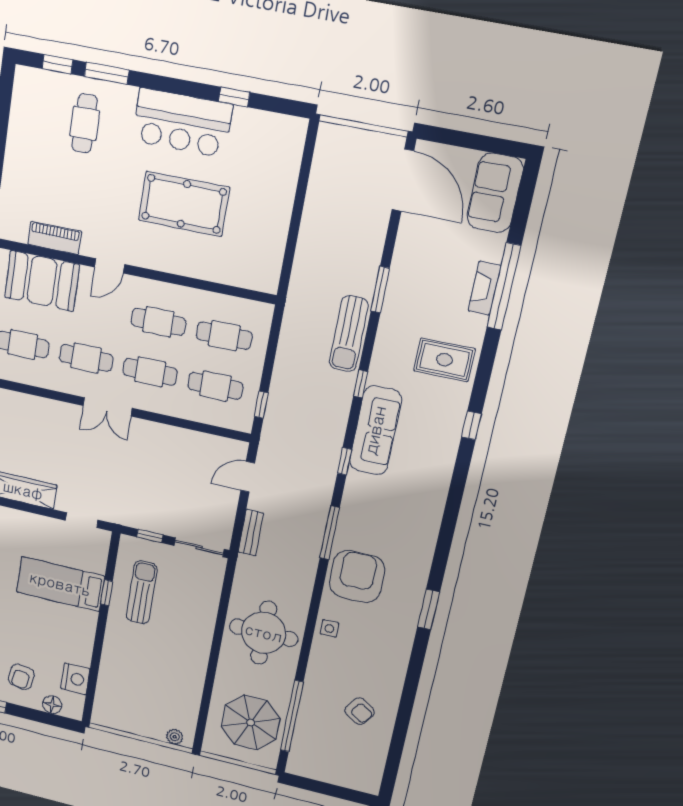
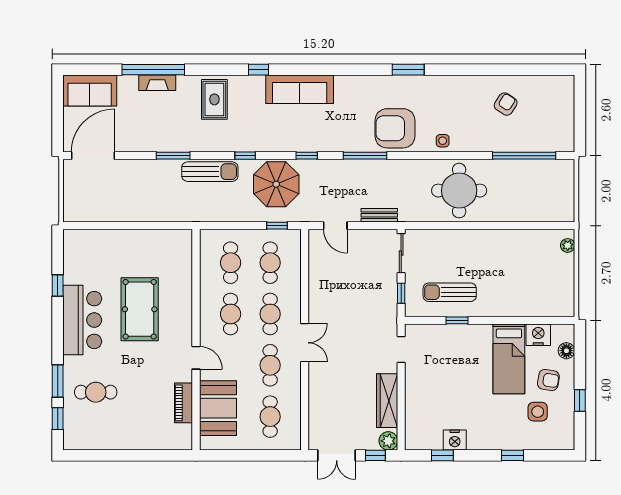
sofa: (375, 430) -> (300, 89), moved, turned 180
bed: (60, 584) -> (509, 359), moved
parasol: (251, 722) -> (276, 184), moved

